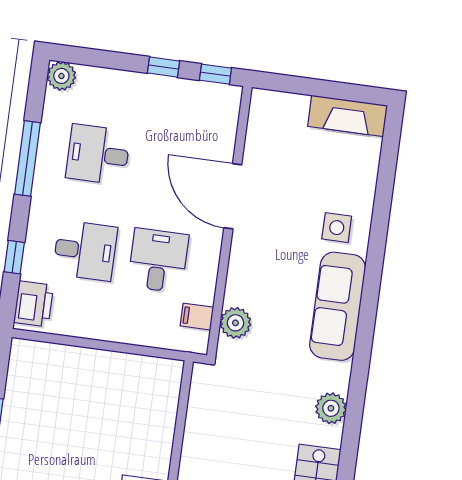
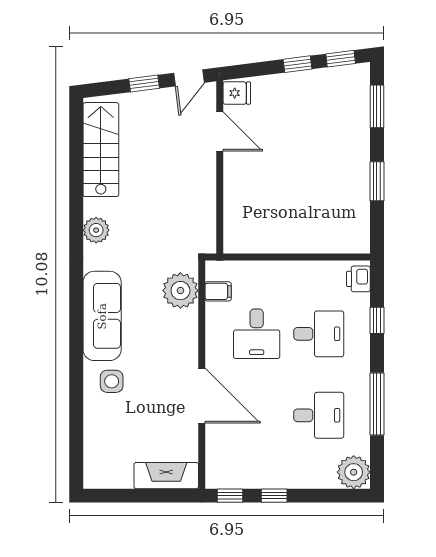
plant: (61, 76) -> (354, 472), width x1.36, depth x1.36
fireplace: (348, 116) -> (166, 476), moved
desk: (85, 251) -> (319, 334), turned 180
printer: (34, 304) -> (358, 279), width x0.73, depth x0.81
plant: (235, 323) -> (180, 291), width x1.36, depth x1.36

